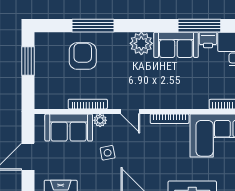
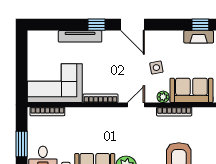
door: (130, 111) -> (136, 105), hinge flipped

